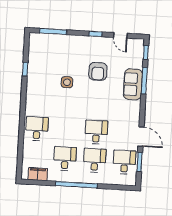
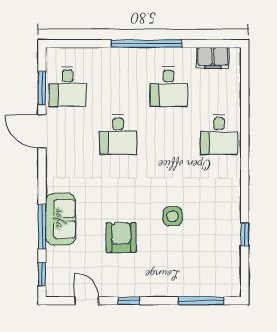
desk: (95, 160) -> (118, 87), removed

